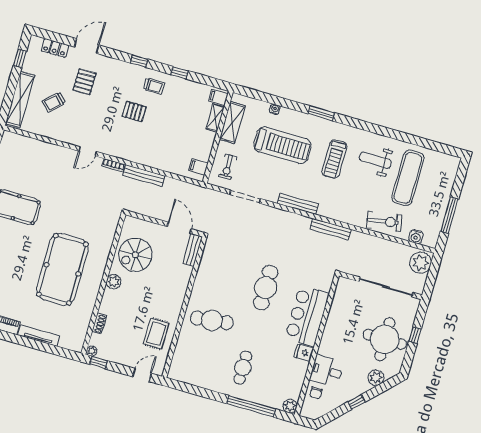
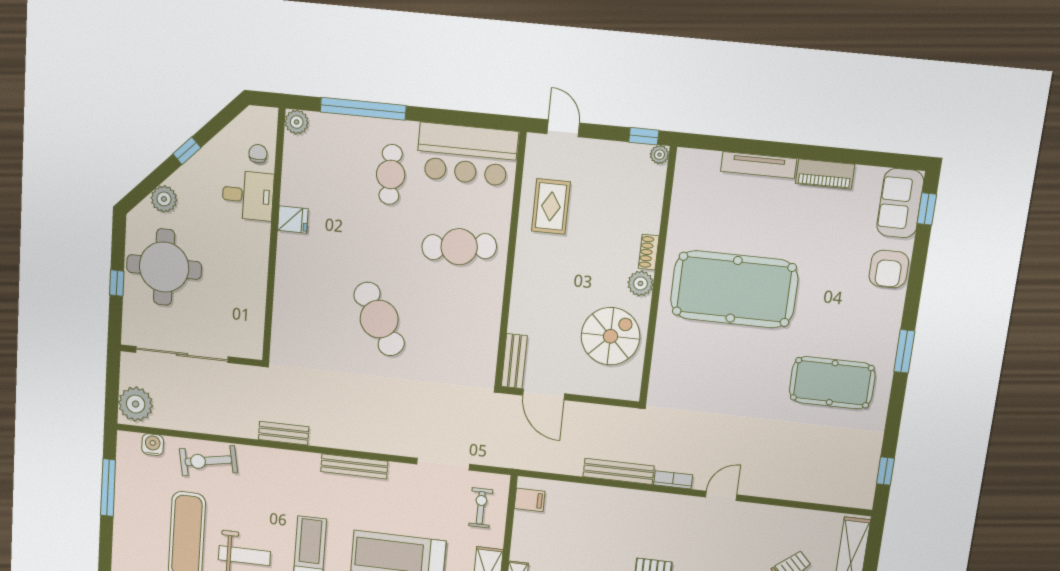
bench: (330, 229) -> (284, 433), width x0.73
pool table: (62, 269) -> (734, 289), turned 90
cafe table: (266, 288) -> (379, 319), turned -31
bar counter: (307, 316) -> (467, 154), moved, turned 90
shoe rack: (99, 324) -> (649, 252), moved
door: (142, 375) -> (563, 128), swing flipped

